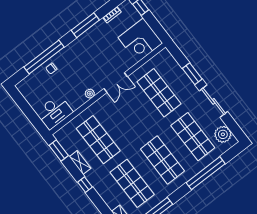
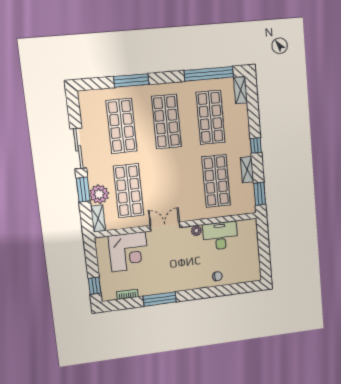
corner desk: (140, 40) -> (128, 252), moved, turned 90
window: (44, 57) -> (217, 291), removed
shelving: (169, 59) -> (98, 219), added
desk: (54, 112) -> (220, 236), moved
plant: (223, 134) -> (99, 194), moved
window: (206, 173) -> (131, 80), width x0.68

